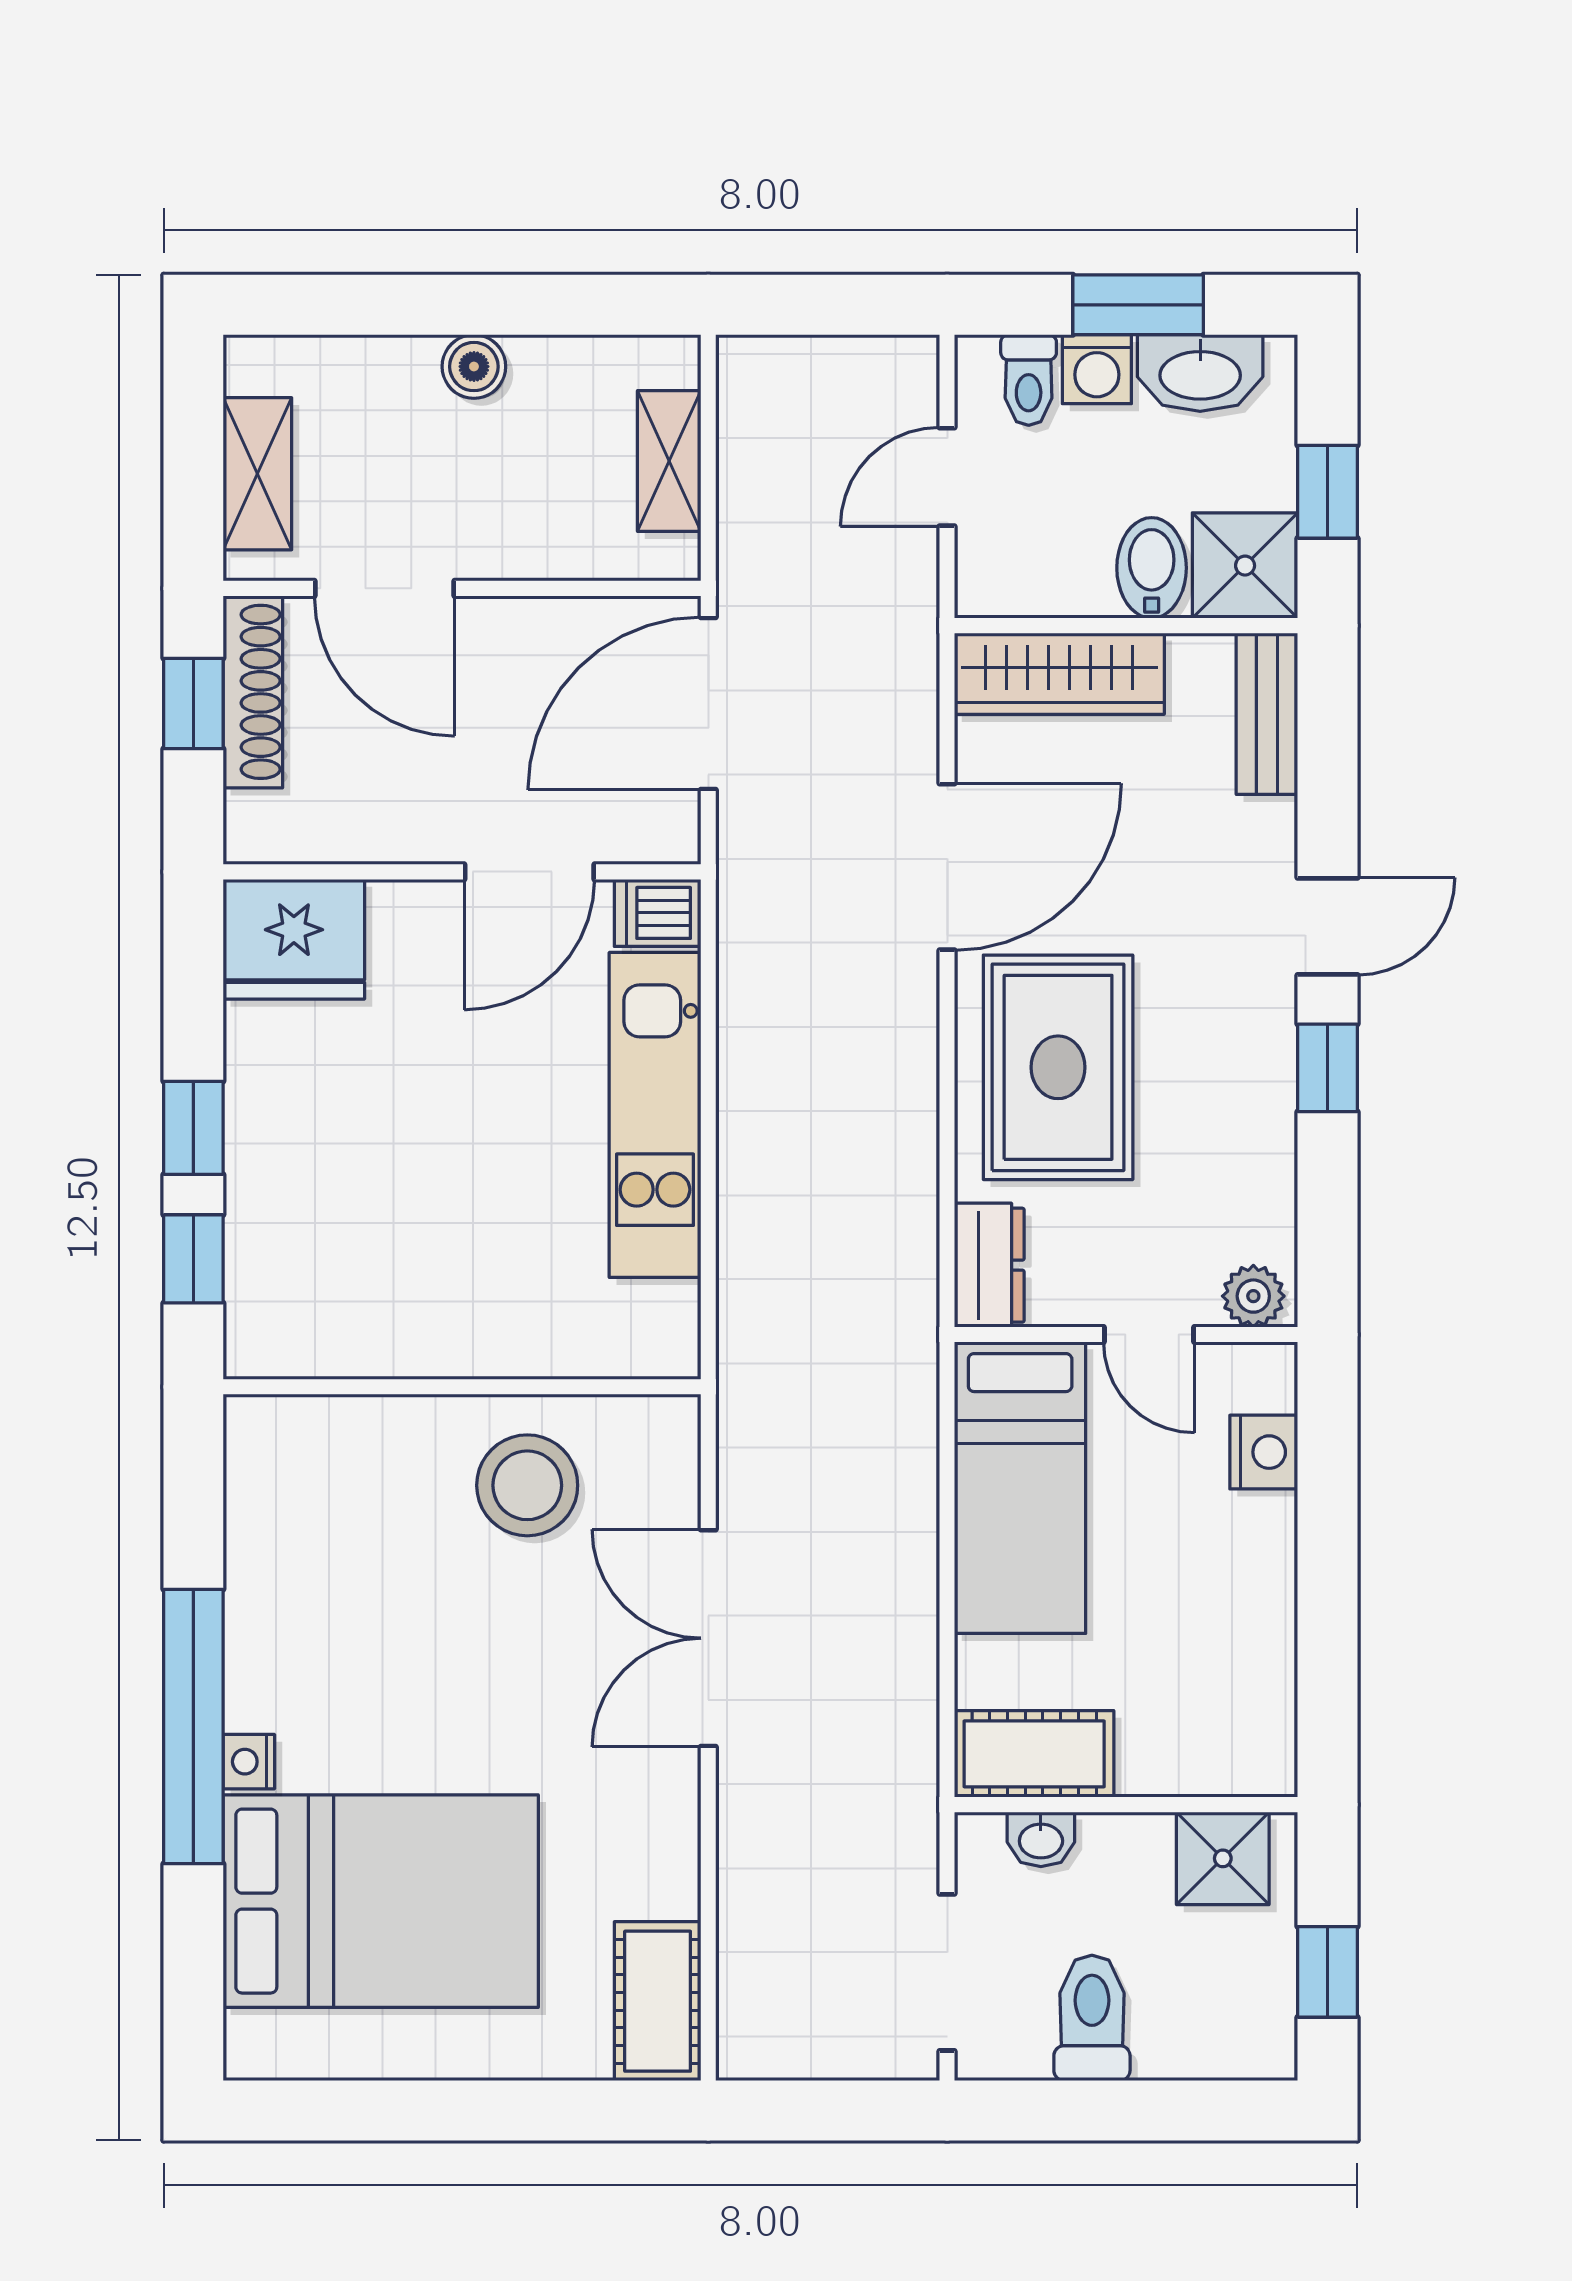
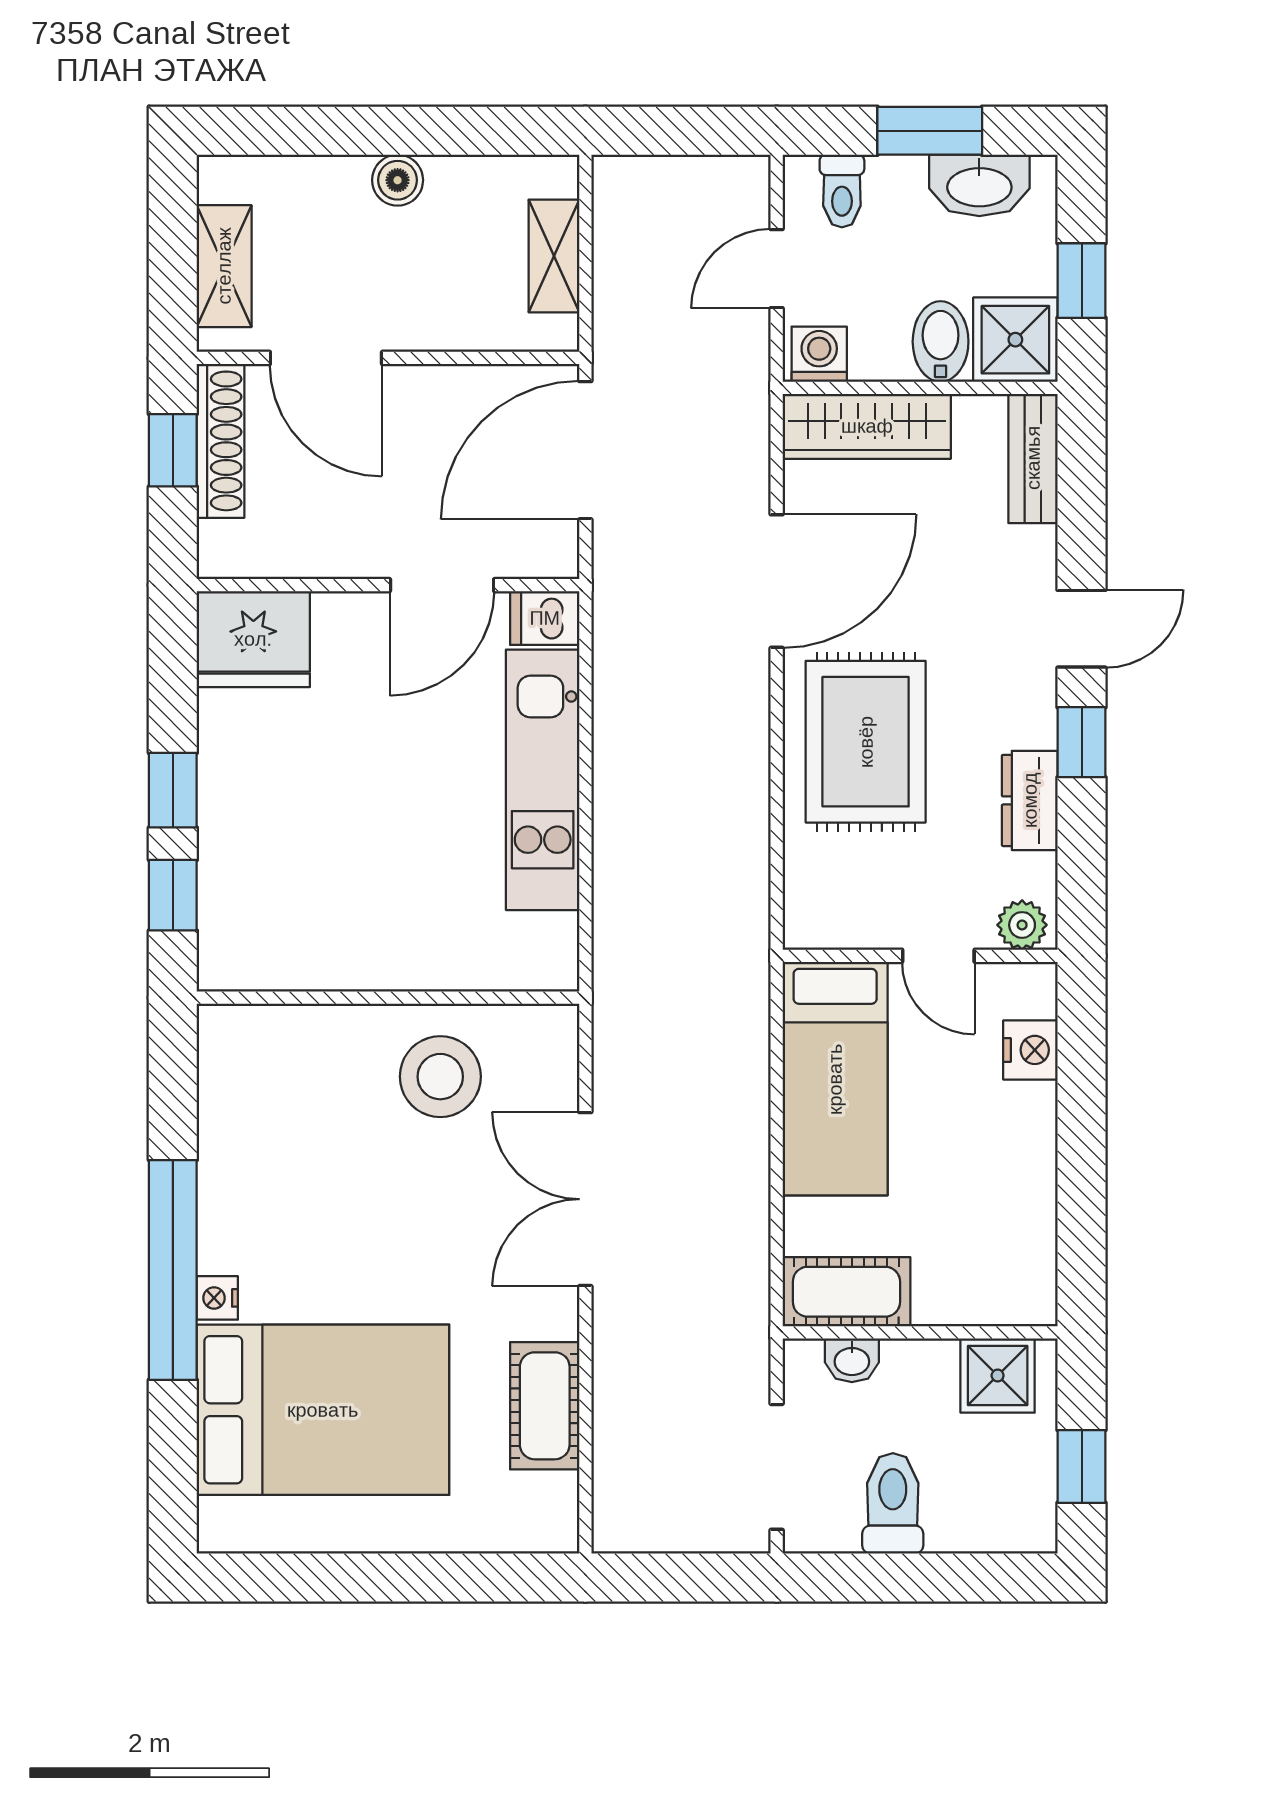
washing machine: (1097, 369) -> (819, 354), moved, turned 180
dresser: (989, 1265) -> (1030, 800), moved, turned 180
cot: (658, 2001) -> (545, 1406), moved

